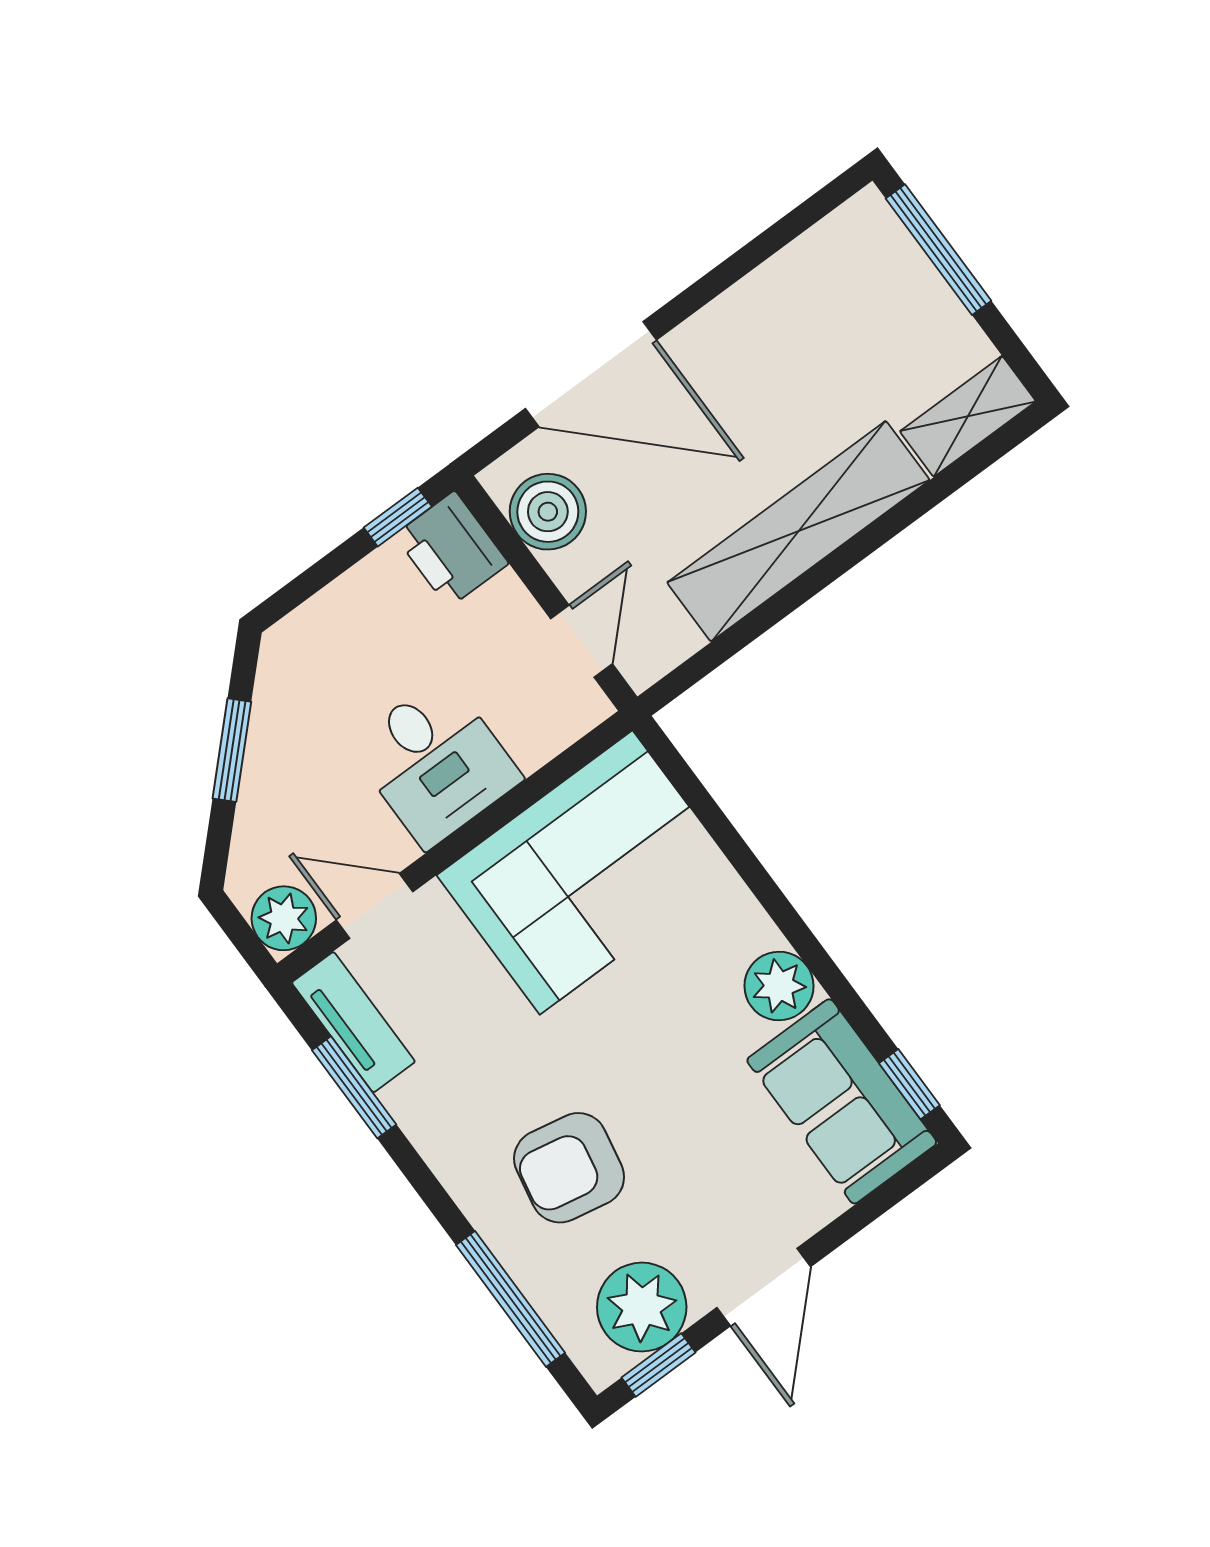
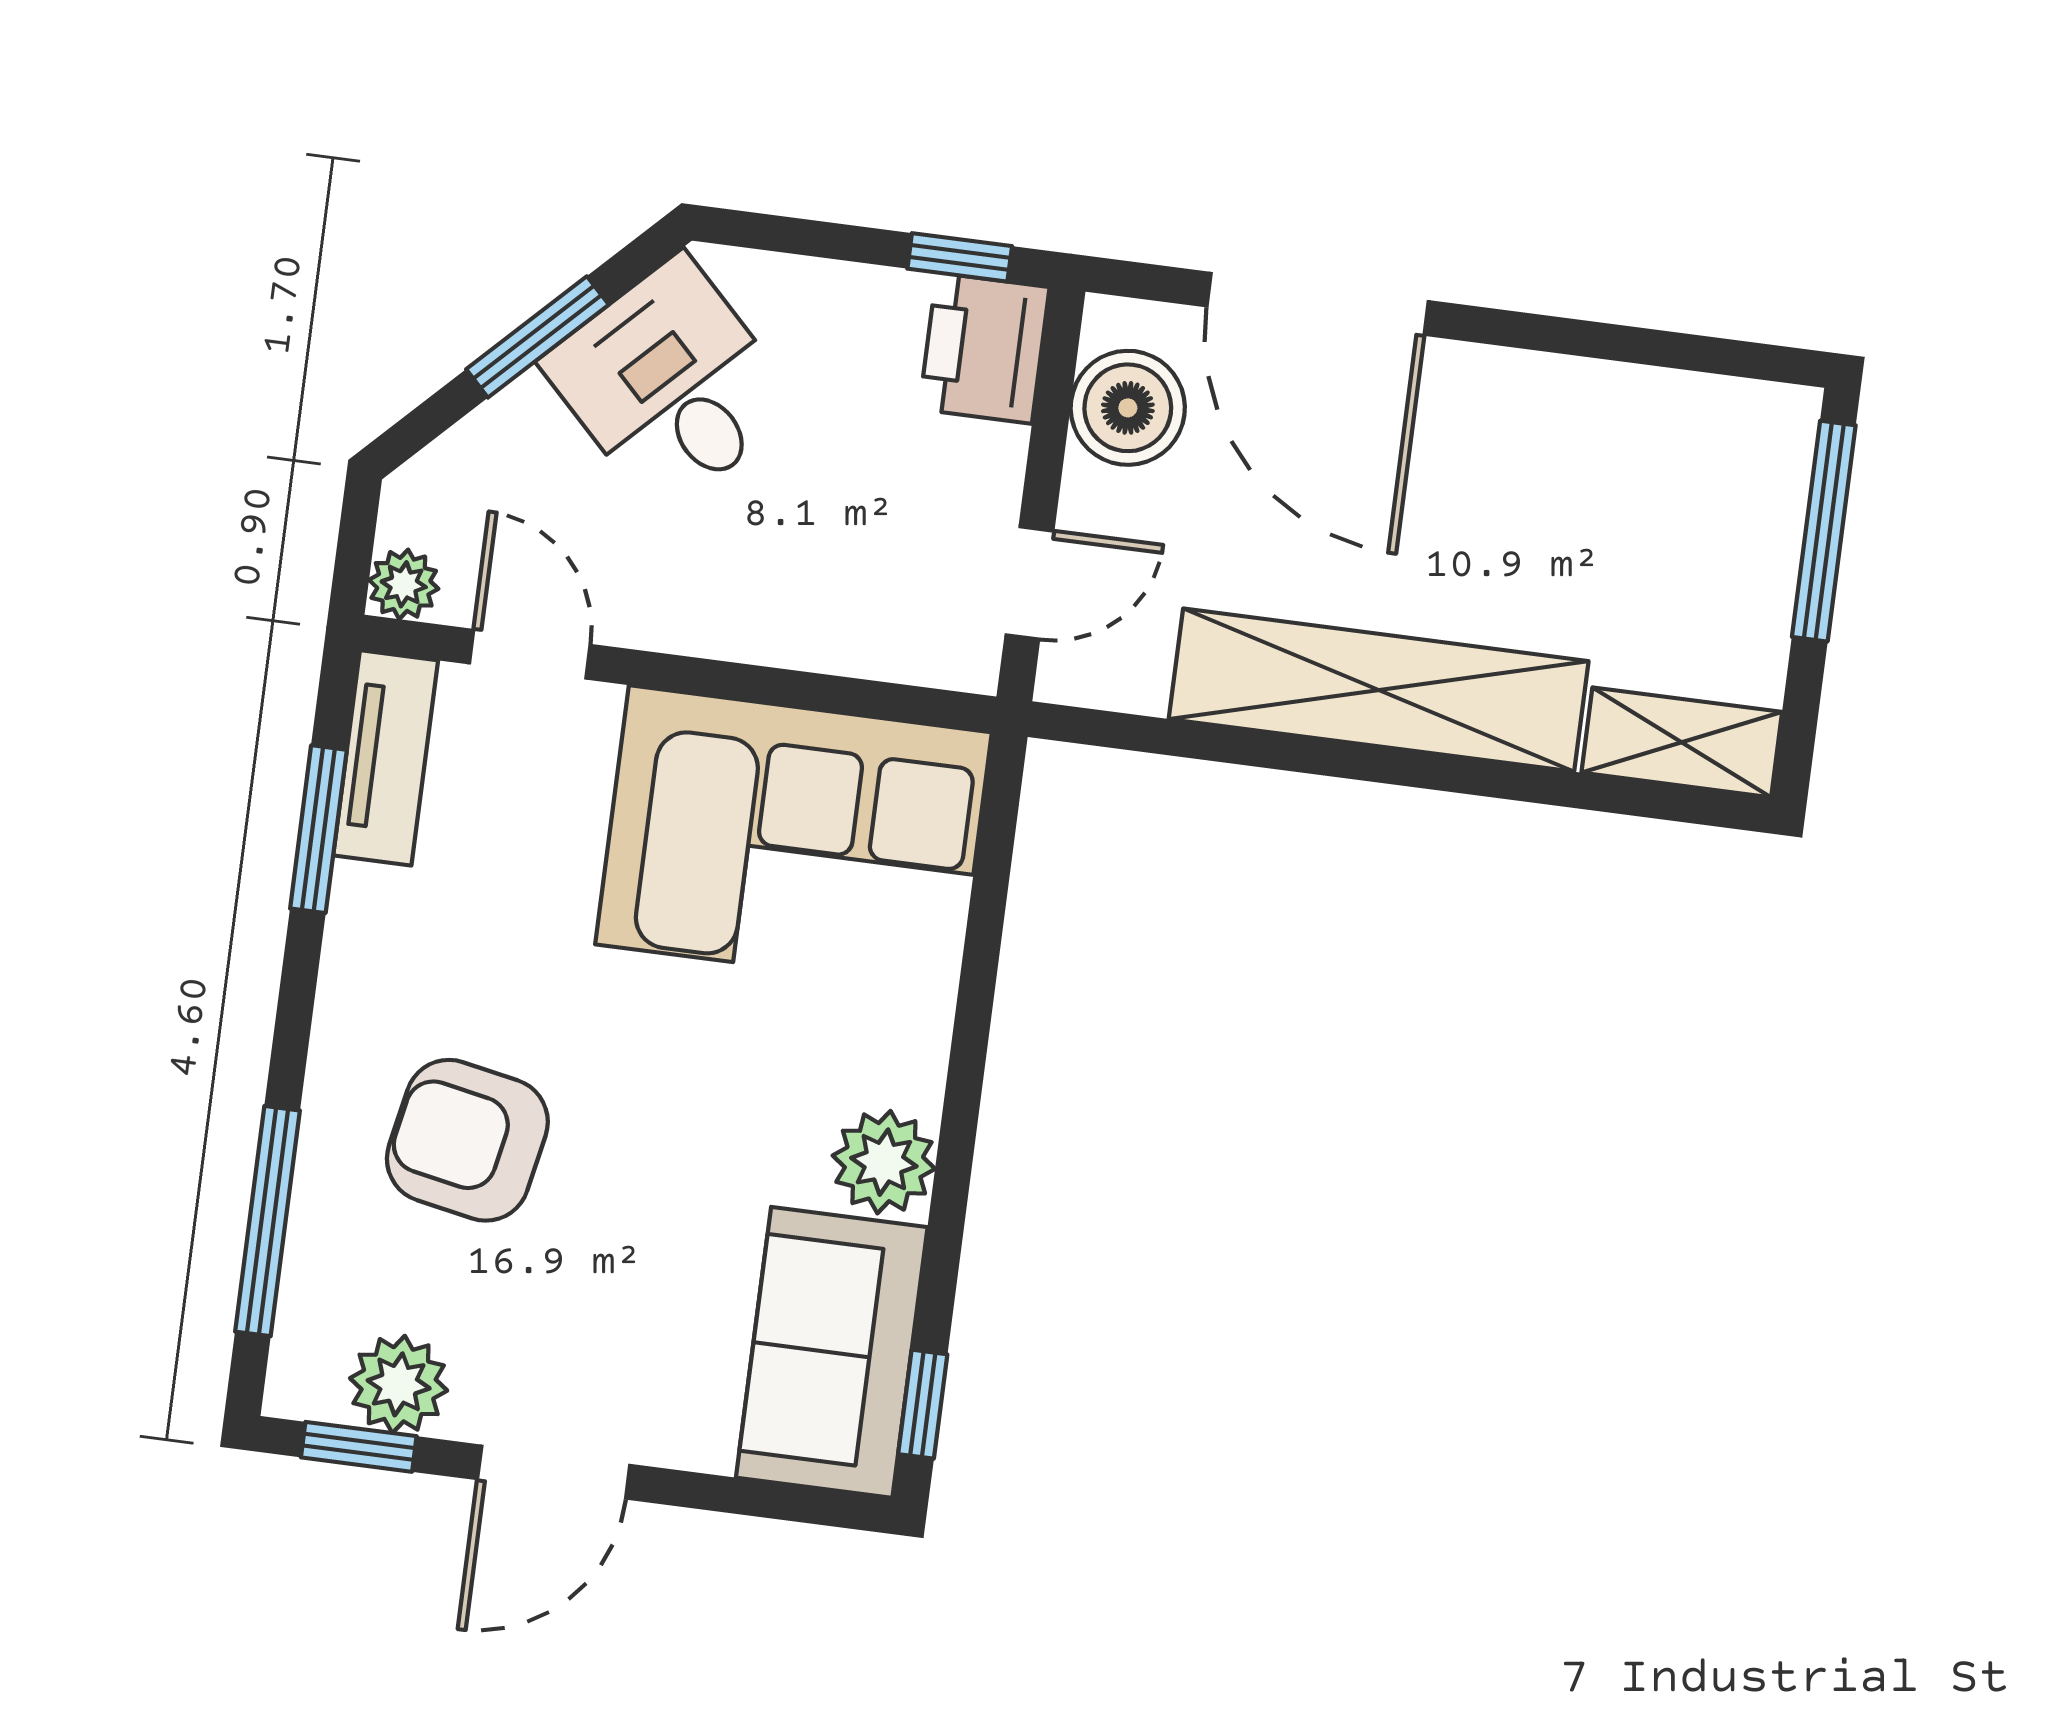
desk: (435, 762) -> (671, 385), moved, turned 135
plant: (284, 918) -> (404, 584), width x0.73, depth x0.73
plant: (642, 1307) -> (399, 1384), width x0.73, depth x0.73

